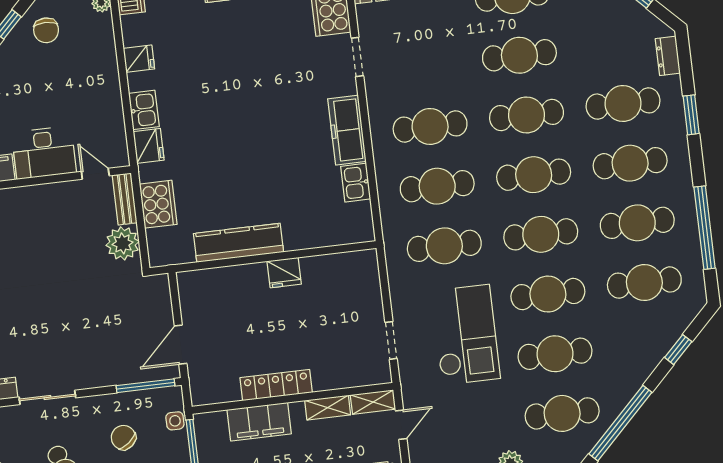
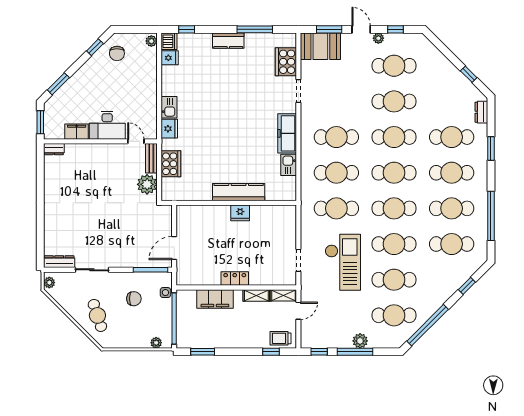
fridge: (139, 59) -> (170, 58), moved
kitchen counter: (239, 243) -> (239, 192), moved
locker: (276, 385) -> (235, 279), width x0.66
chair: (123, 437) -> (134, 299), turned 129

